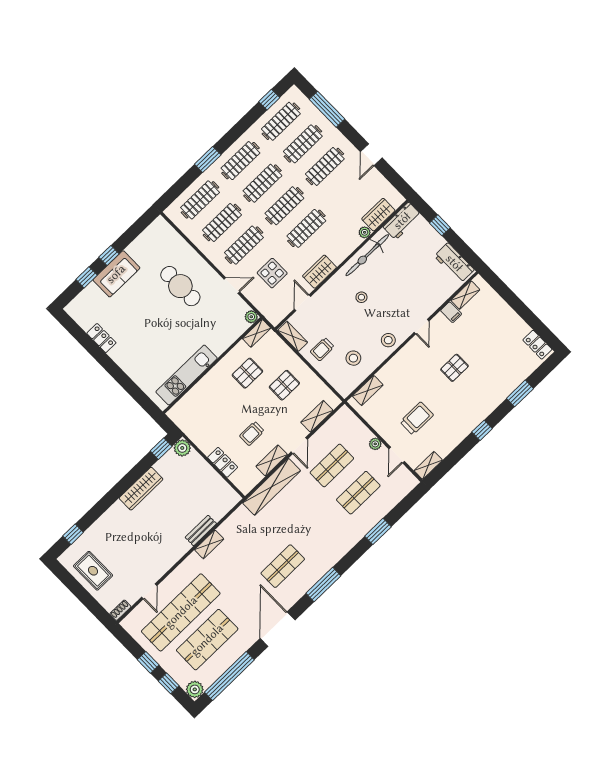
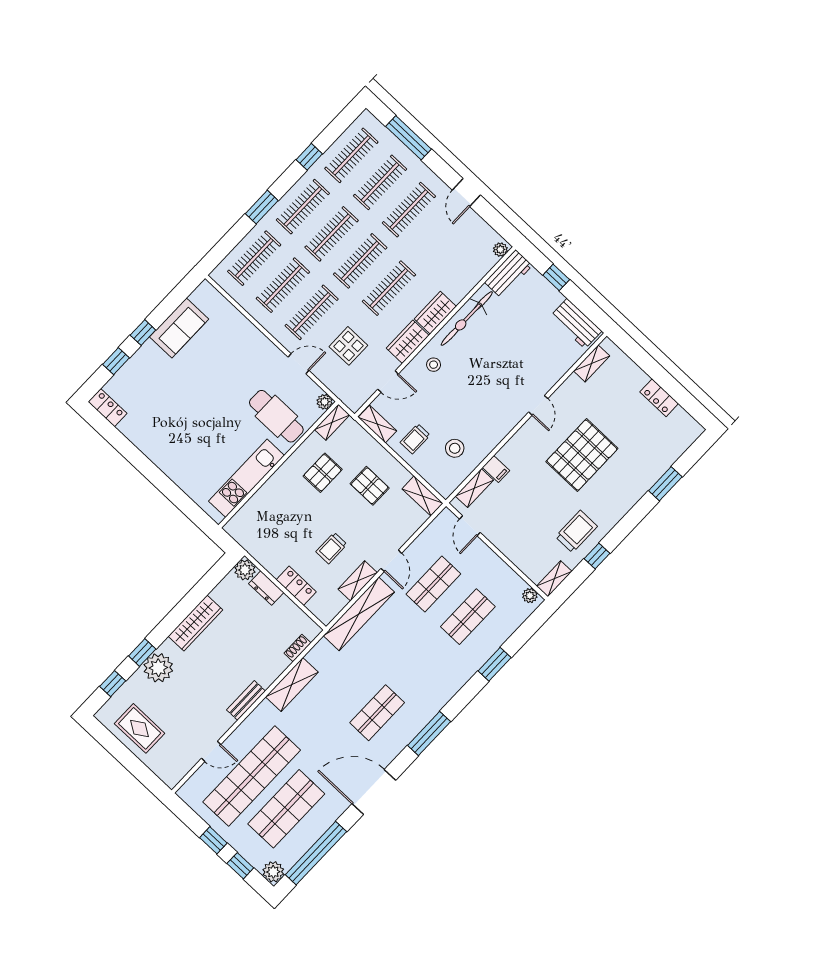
window: (269, 100) -> (309, 157), moved
wardrobe: (378, 215) -> (435, 313), moved
plant: (365, 232) -> (500, 250), moved
sofa: (116, 274) -> (179, 328), moved
cafe table: (180, 286) -> (276, 416), moved
stool: (361, 297) -> (434, 365), moved
door: (303, 303) -> (388, 382), swing flipped
filing cabinet: (451, 312) -> (496, 469), moved
locker: (101, 338) -> (107, 408), moved
stool: (388, 340) -> (497, 424), removed
locker: (537, 345) -> (659, 398), moved
pallet: (454, 368) -> (582, 455), width x2.05, depth x2.00
pallet: (284, 385) -> (370, 486), turned 90
shelving: (317, 416) -> (423, 496), moved, turned 90
trolley: (417, 418) -> (576, 532), moved
window: (482, 430) -> (597, 556), moved
plant: (375, 444) -> (530, 596), moved
window: (161, 449) -> (142, 652), moved
door: (397, 455) -> (470, 526), moved
dresser: (199, 463) -> (266, 588), added
plant: (110, 523) -> (158, 668), added
bench: (201, 531) -> (246, 700), moved
shelving: (209, 544) -> (292, 684), width x1.50, depth x1.33
door: (149, 591) -> (211, 751), hinge flipped
shoe rack: (120, 610) -> (298, 648), moved
door: (278, 629) -> (374, 792), hinge flipped

